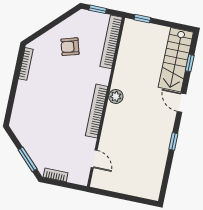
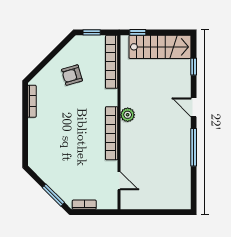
stairs: (176, 60) -> (160, 47), moved, turned -90
window: (173, 141) -> (194, 147), width x2.17

